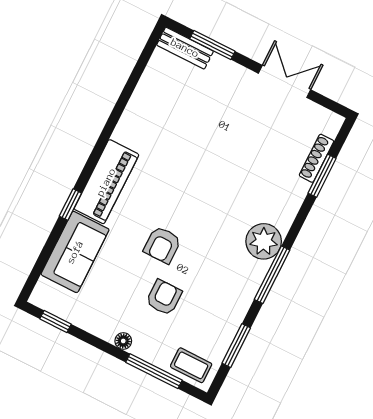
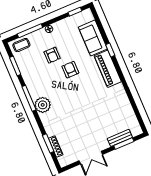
bench: (185, 48) -> (120, 138), moved

